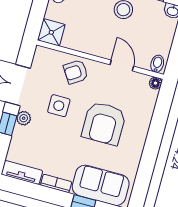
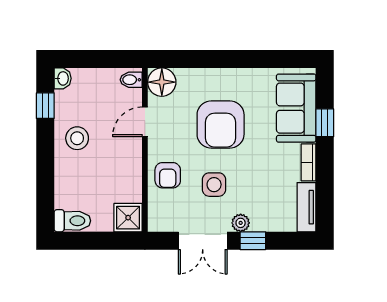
armchair: (76, 72) -> (168, 175), turned 33
floor lamp: (156, 83) -> (162, 82), width x1.89, depth x1.89
armchair: (104, 123) -> (221, 124), turned 90

